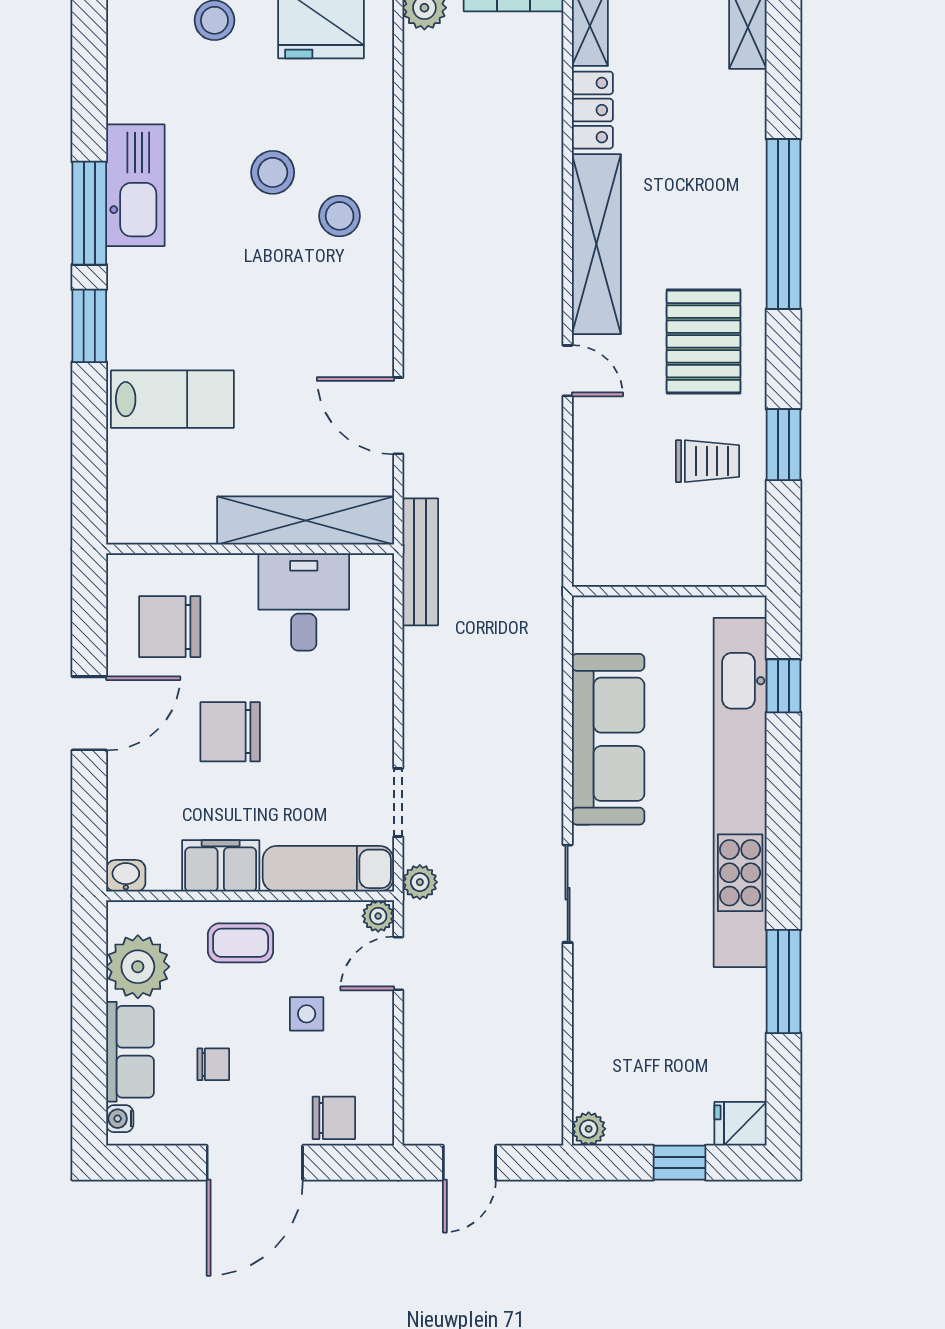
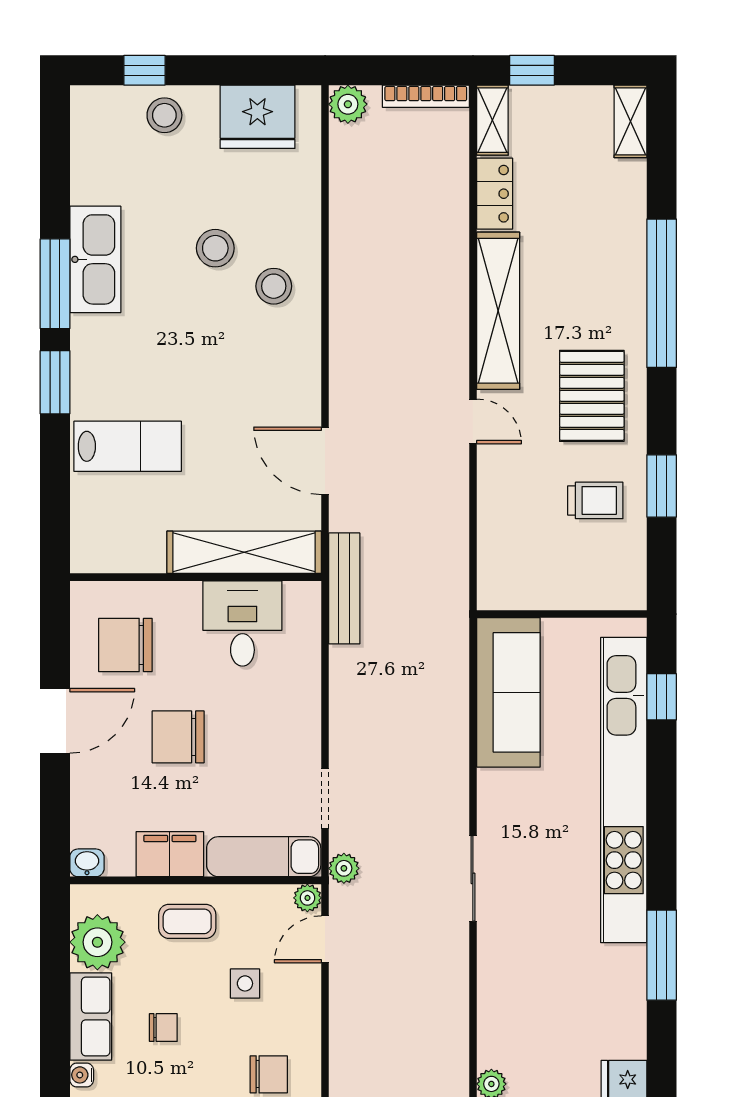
sofa: (608, 739) -> (508, 692), moved

